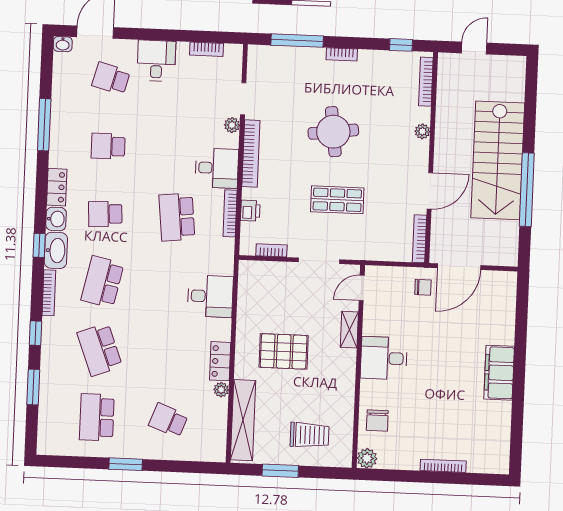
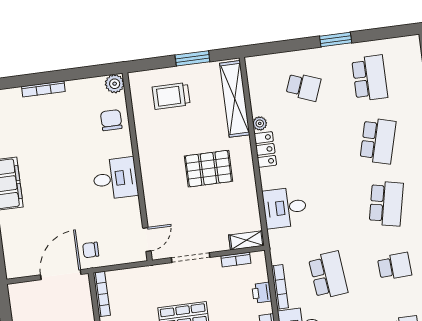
shelving: (349, 330) -> (246, 240), moved, turned 90
school desk: (100, 350) -> (378, 141), turned 36

